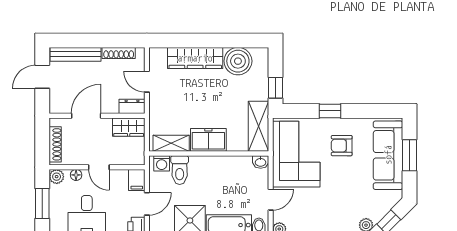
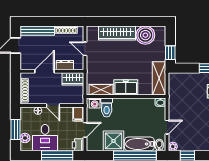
dresser: (132, 106) -> (65, 65), moved
corner sofa: (296, 154) -> (184, 97), removed
plant: (57, 177) -> (25, 138), moved

